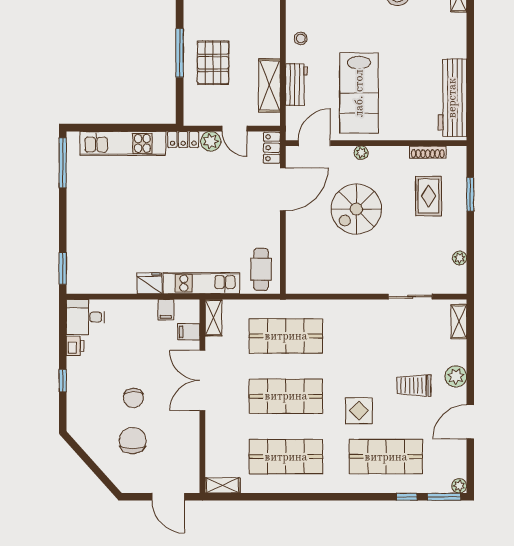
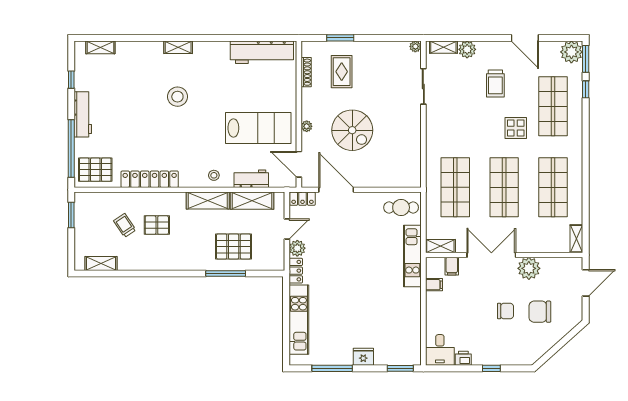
shelving: (270, 31) -> (208, 201), added
window: (63, 163) -> (332, 368), moved
rug: (428, 196) -> (342, 72), turned 90
plant: (460, 258) -> (415, 46), moved
fridge: (149, 283) -> (363, 357), moved, turned 90
plant: (456, 376) -> (467, 49), moved
double door: (202, 381) -> (491, 255), swing flipped
plant: (186, 427) -> (529, 268), added
plant: (459, 486) -> (571, 52), width x1.88, depth x1.88

